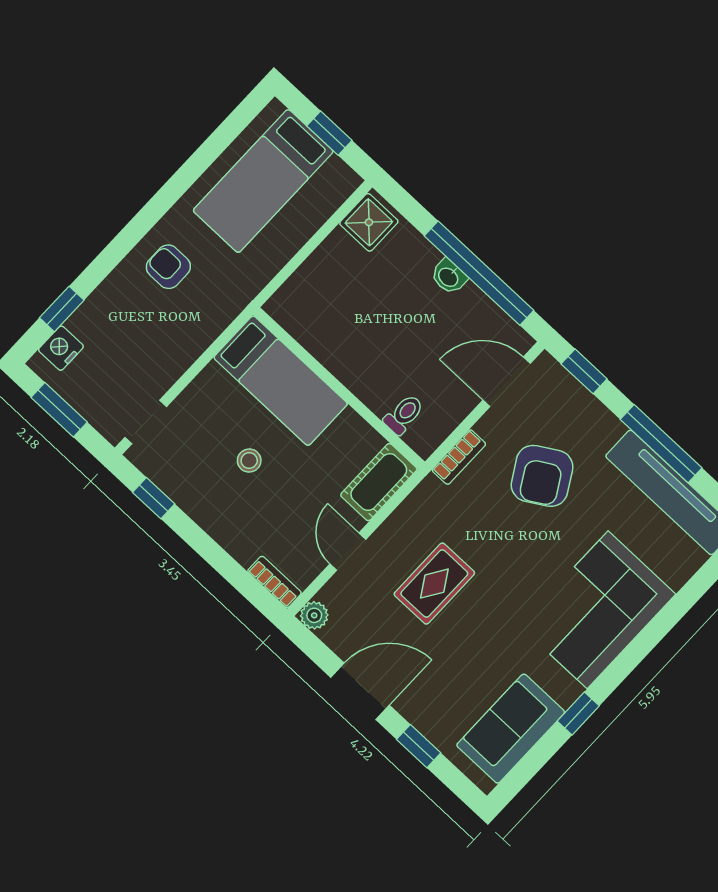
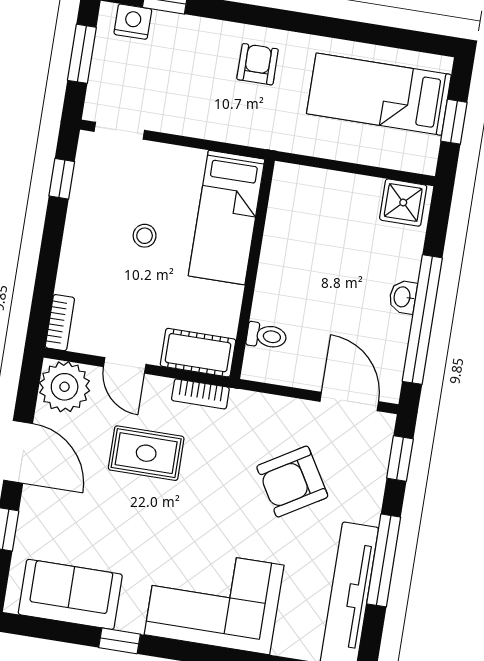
bookcase: (459, 457) -> (200, 394), moved
door: (348, 552) -> (125, 365), swing flipped
plant: (314, 615) -> (65, 387), width x1.87, depth x1.87

